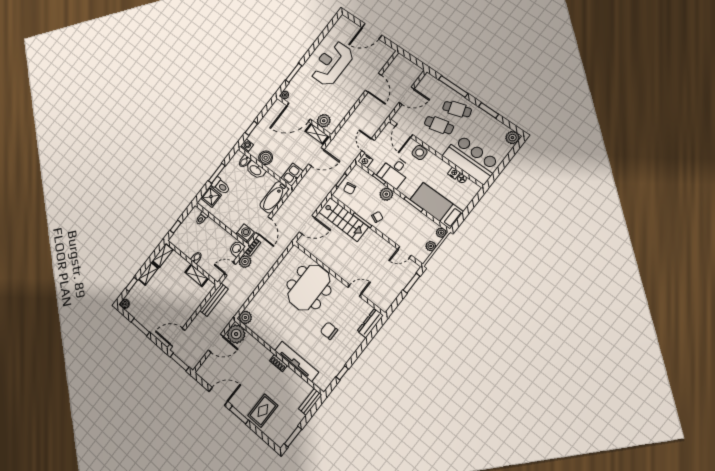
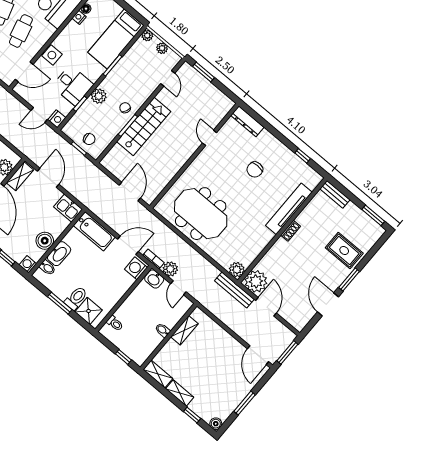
stairs: (343, 219) -> (144, 127), moved
meeting table: (309, 288) -> (201, 214), moved
bench: (214, 300) -> (234, 290), moved

